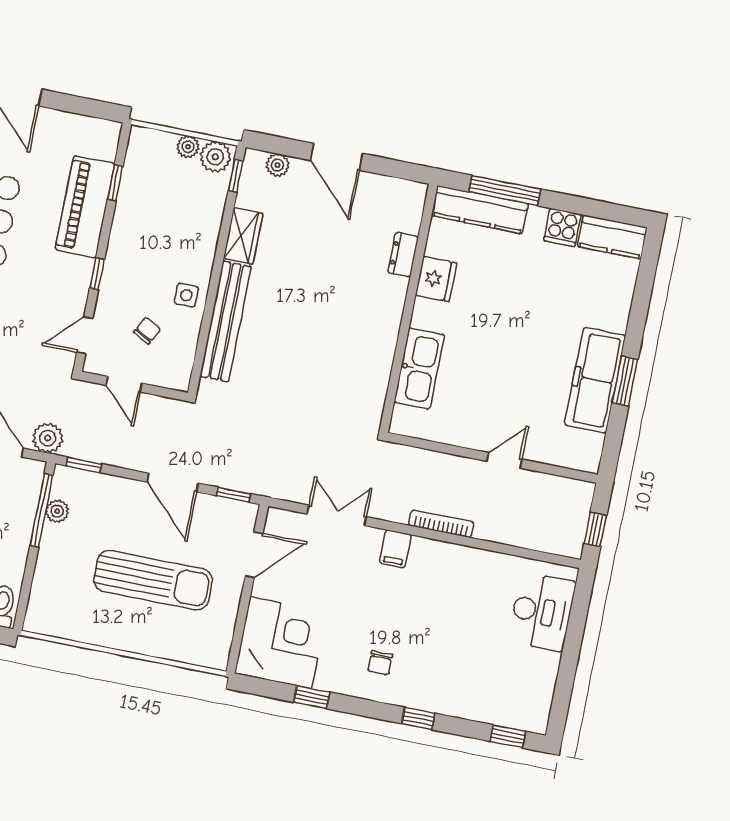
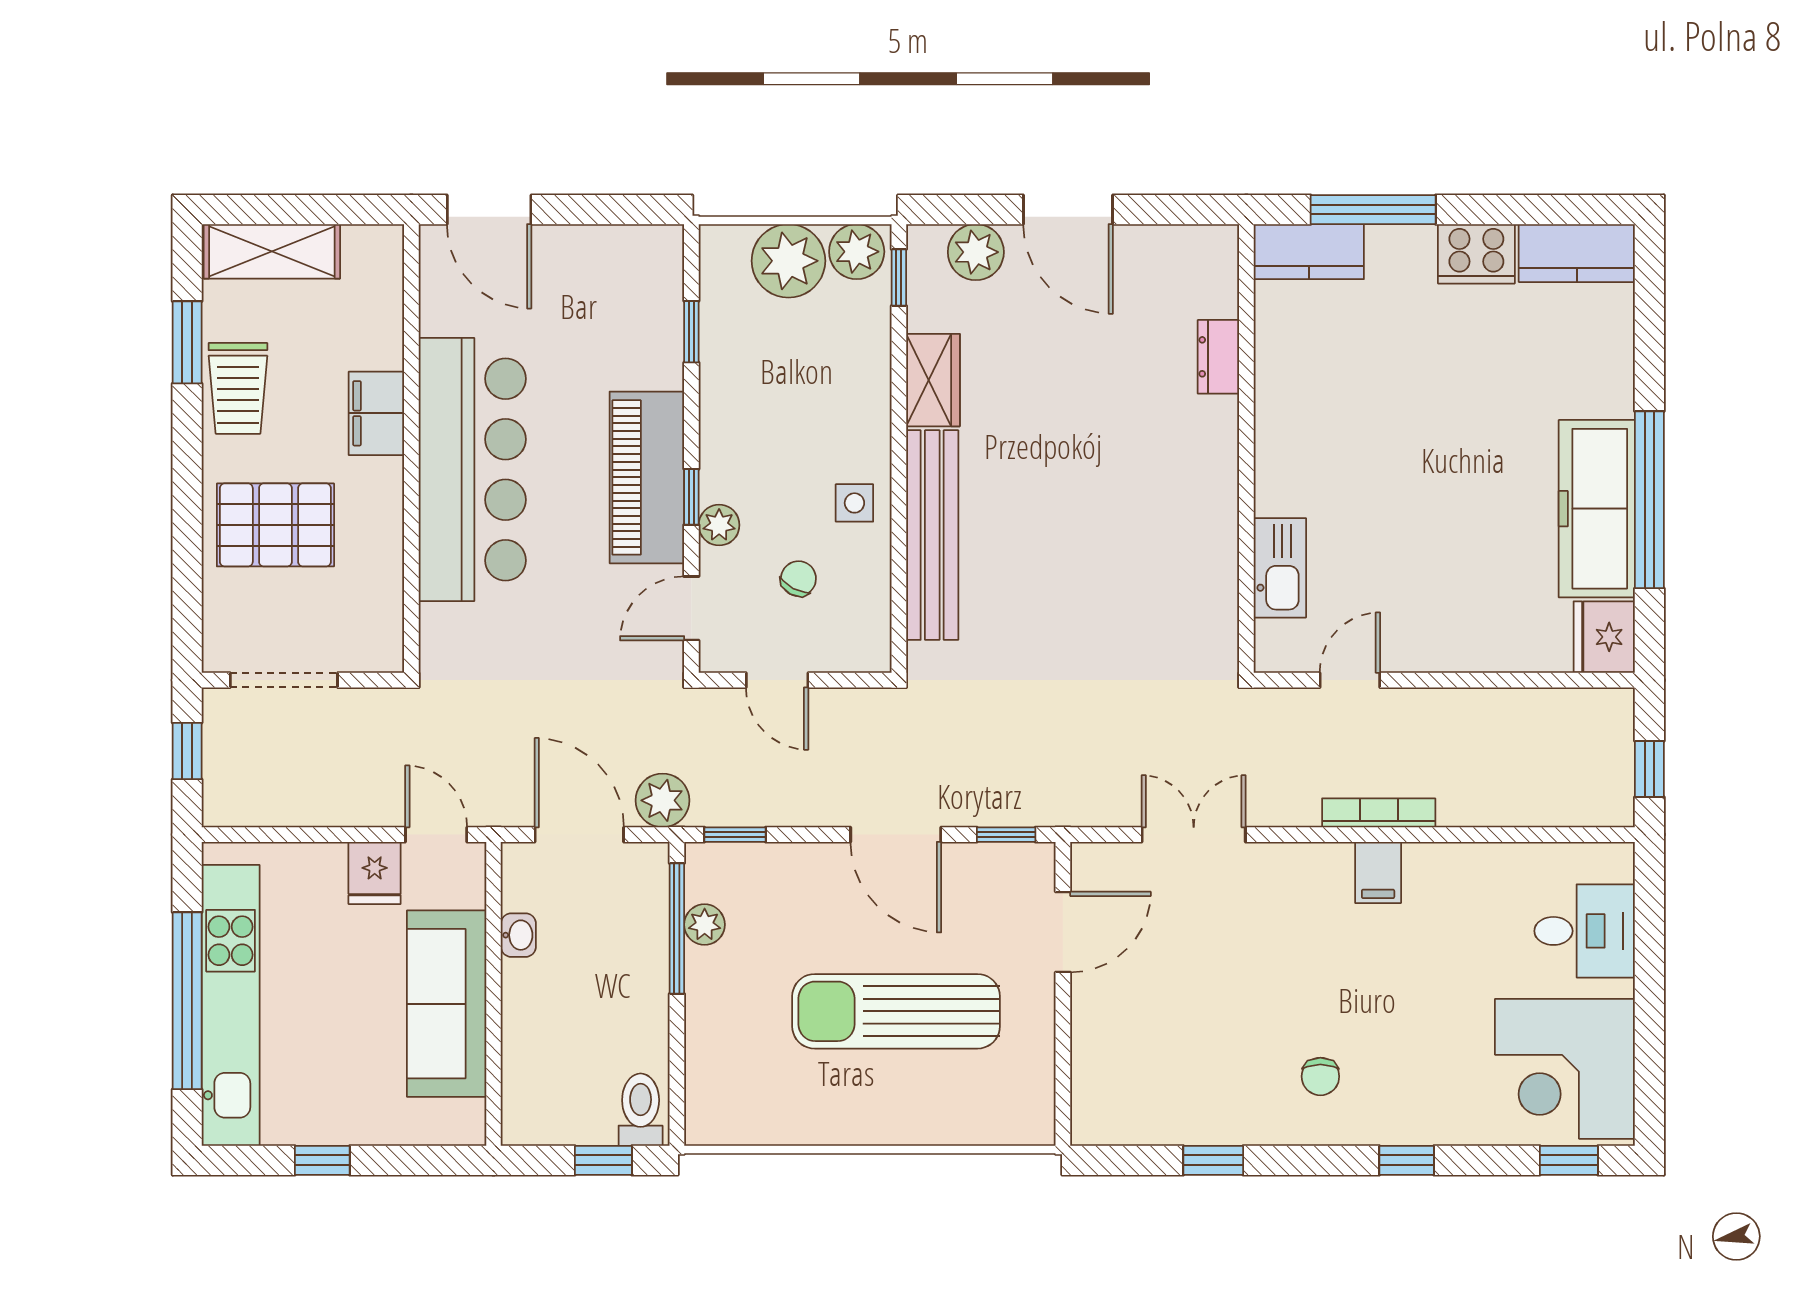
plant: (188, 147) -> (788, 261), width x1.88, depth x1.88
plant: (277, 165) -> (976, 252), width x1.38, depth x1.38
piano: (85, 207) -> (647, 477), moved
kitchen counter: (480, 210) -> (1309, 252), width x0.67
cooker: (562, 227) -> (1476, 254), width x1.36
fridge: (436, 279) -> (1604, 637), moved, turned 180
plant: (109, 292) -> (719, 525), added
kitchen sink: (419, 368) -> (1280, 568), width x0.73, depth x0.81
window: (625, 381) -> (1649, 500), width x2.11
door: (504, 460) -> (1350, 680), moved
filing cabinet: (395, 549) -> (1378, 872), moved
sun lounger: (153, 580) -> (896, 1011), turned 180
desk: (542, 612) -> (1585, 931), width x0.73
corner desk: (281, 643) -> (1565, 1069), moved, turned 180

